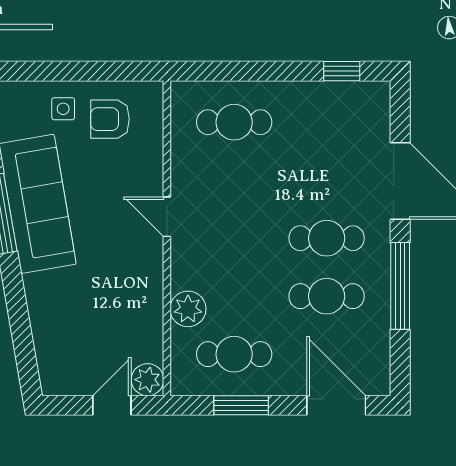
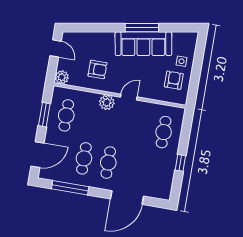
window: (342, 71) -> (180, 163), moved
window: (400, 286) -> (70, 188), moved
armchair: (115, 300) -> (98, 69), added
plant: (188, 309) -> (107, 102), moved
door: (112, 405) -> (56, 48), moved

